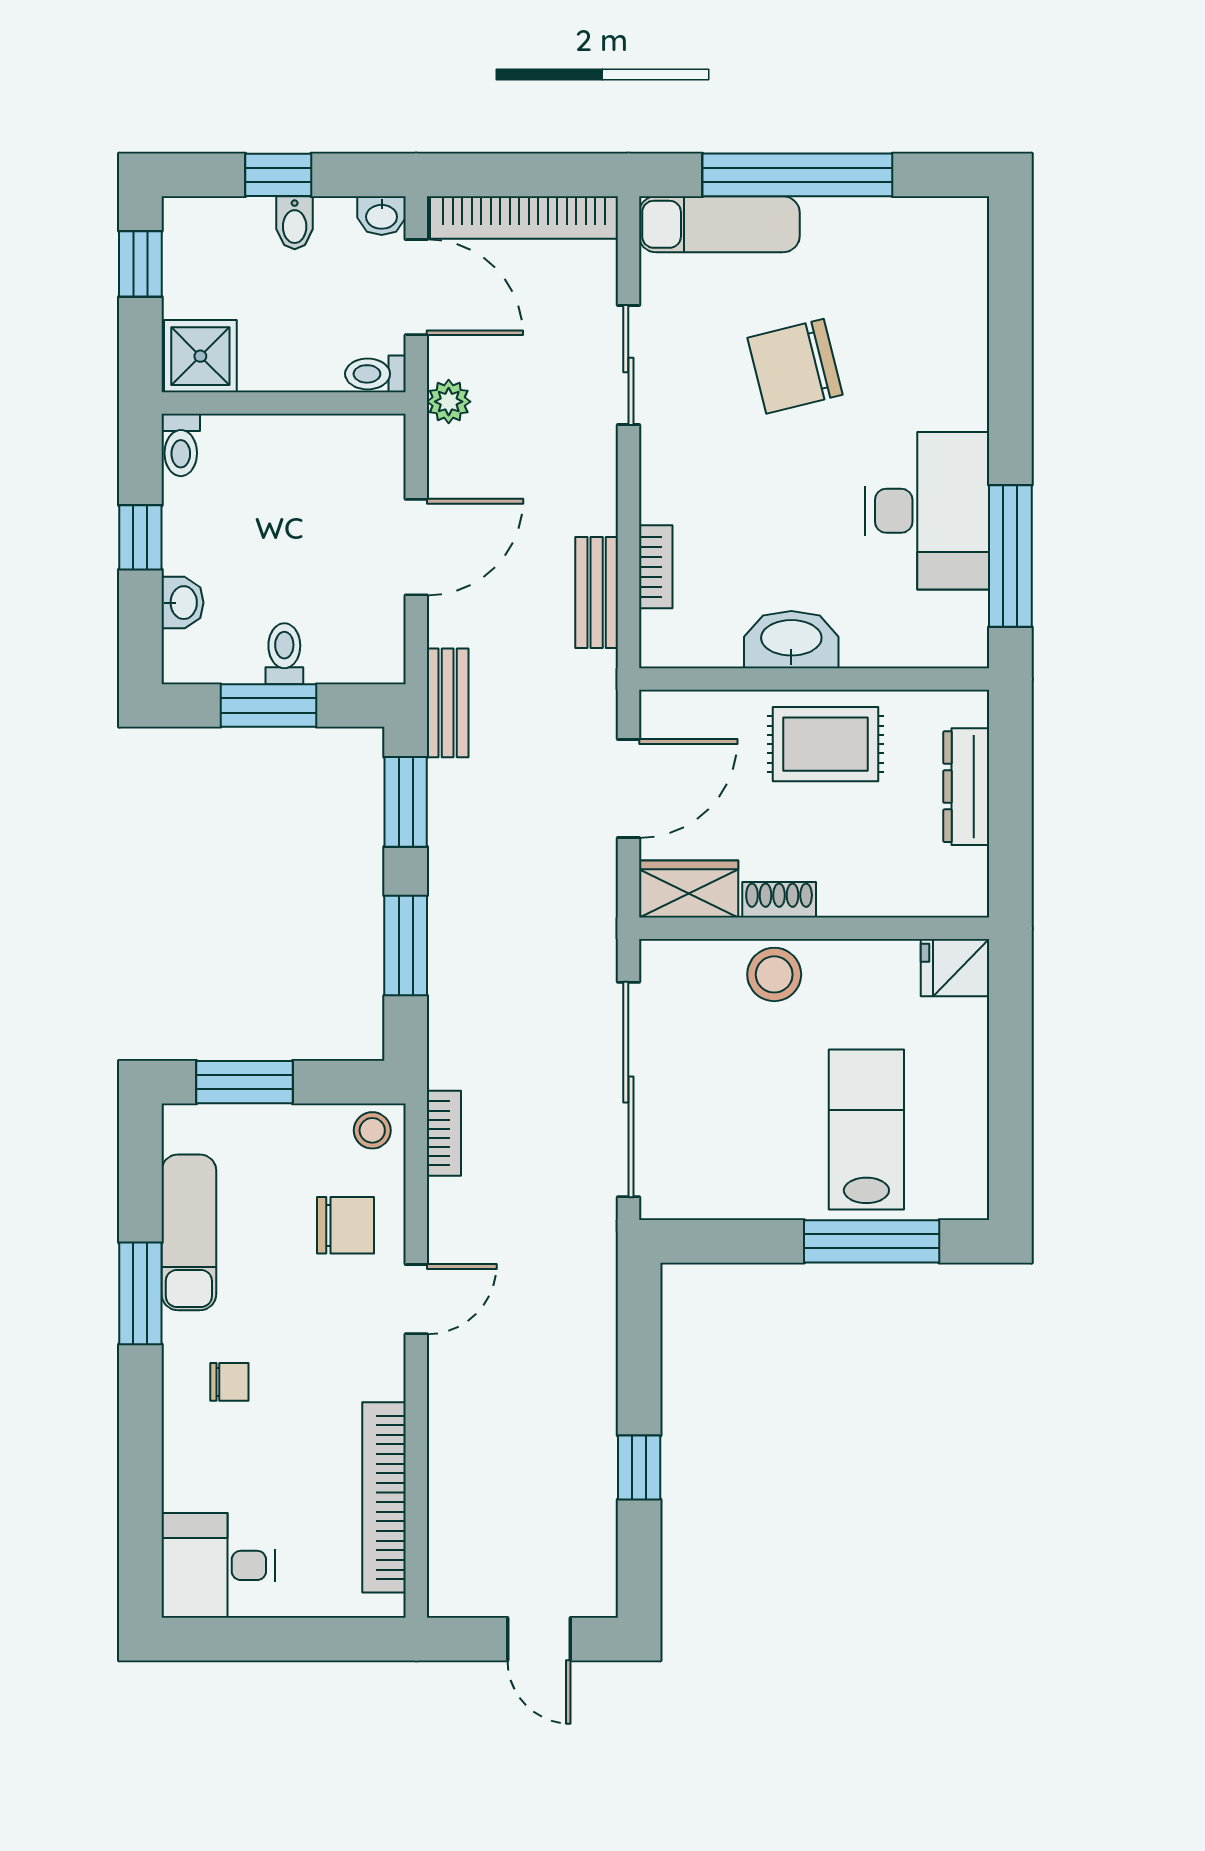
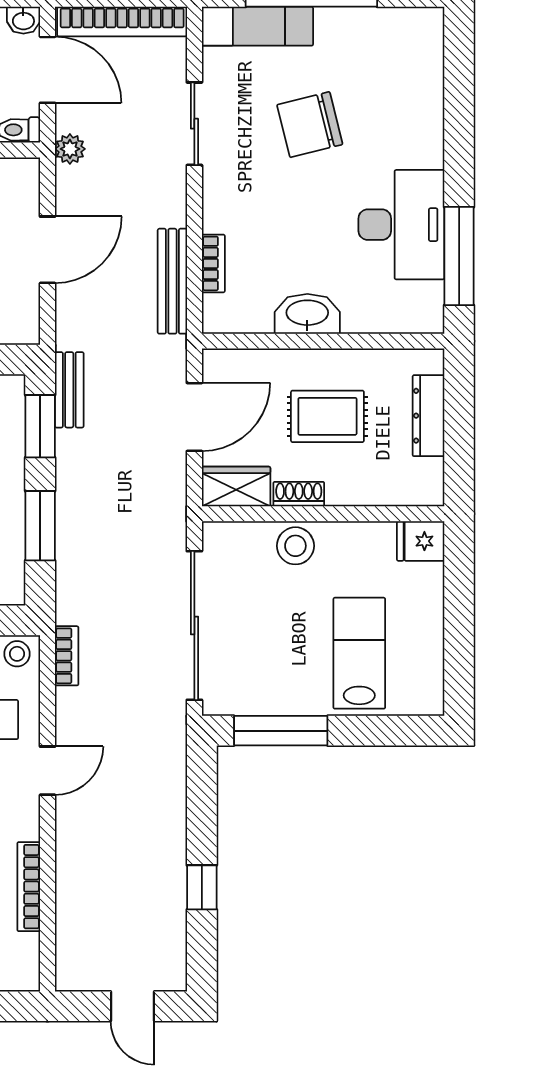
bench: (597, 592) -> (172, 281), width x1.36
bench: (448, 703) -> (69, 390), moved
rug: (826, 744) -> (327, 416), moved
window: (872, 1241) -> (281, 731), moved
bookcase: (384, 1497) -> (29, 887), width x0.68, depth x0.76

